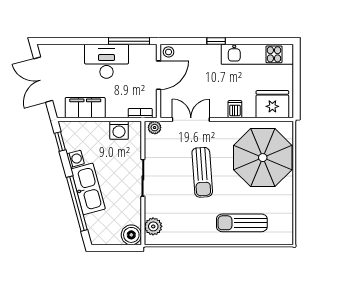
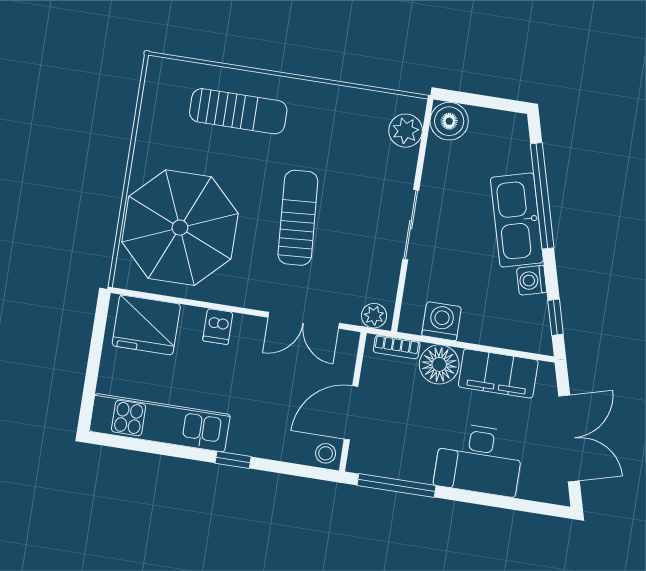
desk: (106, 61) -> (479, 459), moved
floor lamp: (117, 107) -> (439, 364), added

